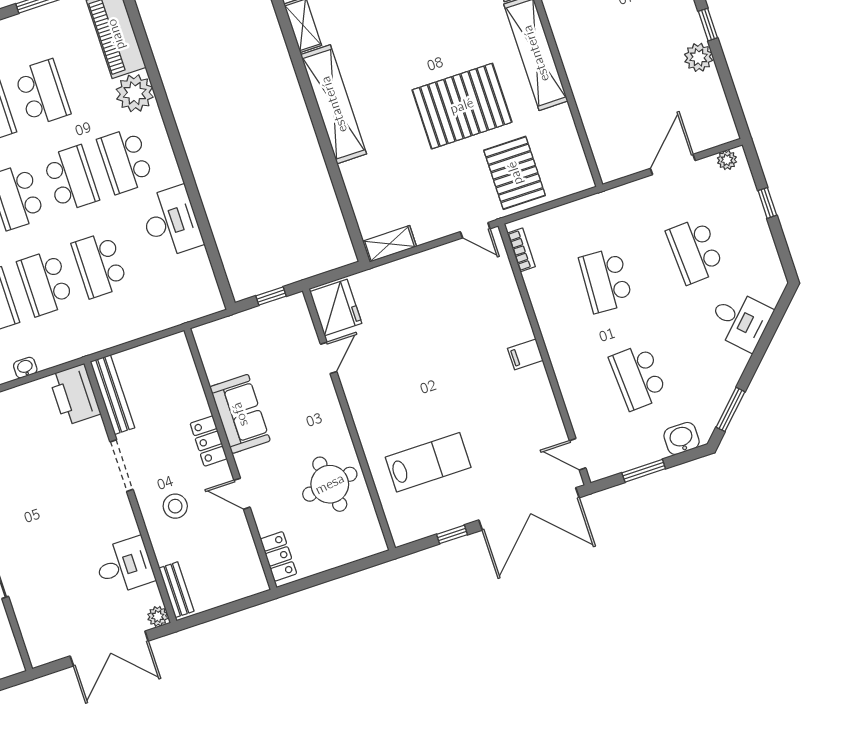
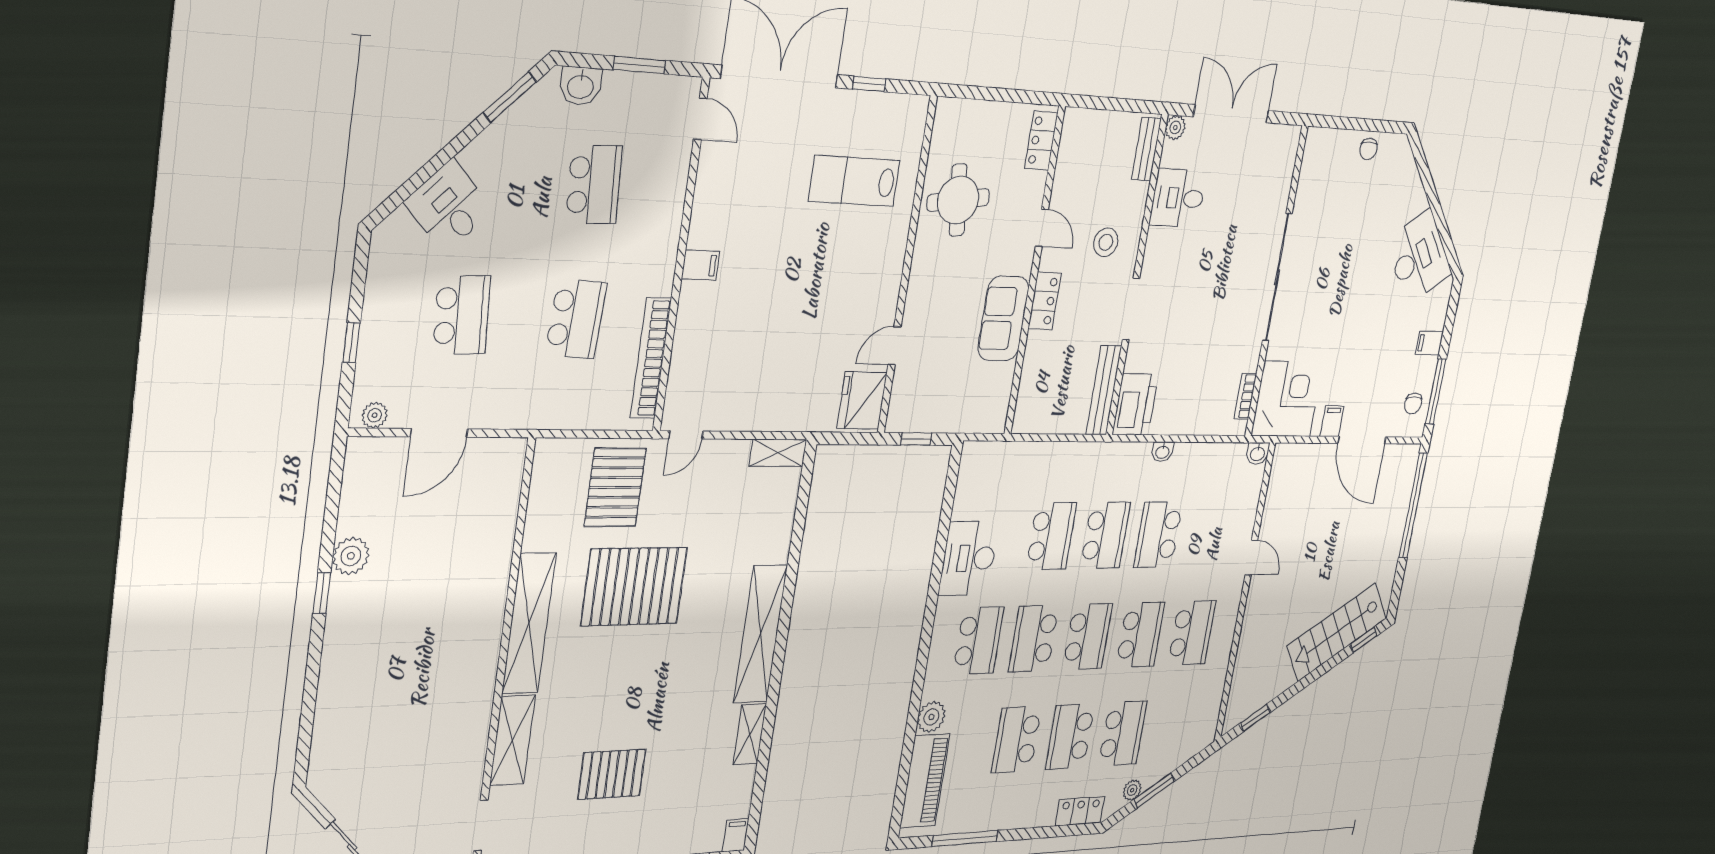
plant: (135, 93) -> (931, 717), width x0.73, depth x0.73
door: (475, 230) -> (686, 435), swing flipped
bookcase: (521, 250) -> (651, 358), width x2.31, depth x1.31

